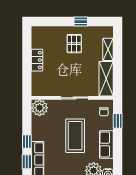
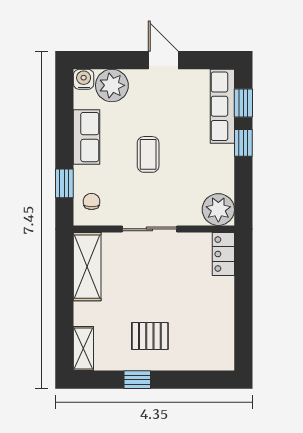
pallet: (74, 44) -> (150, 336), turned 90
shelving: (108, 49) -> (83, 348), moved
locker: (37, 60) -> (223, 254), moved
coffee table: (75, 136) -> (148, 154), width x0.54, depth x0.58

